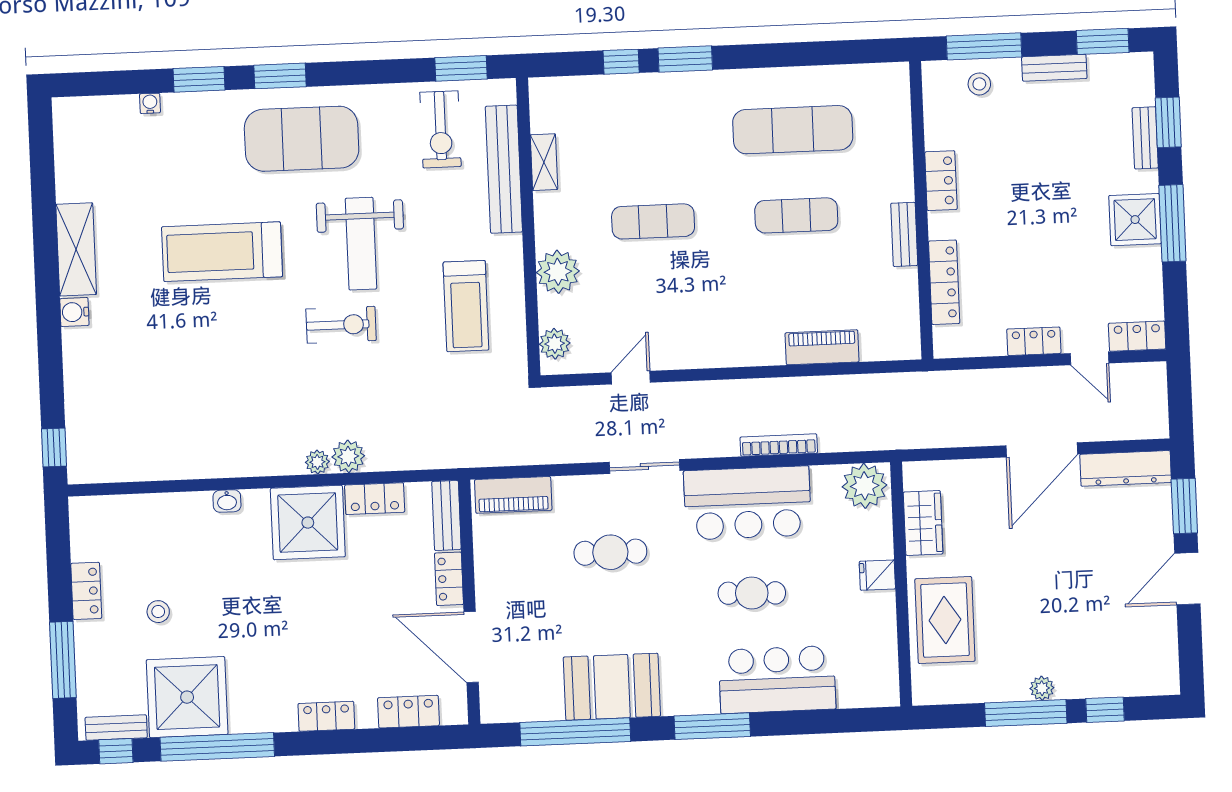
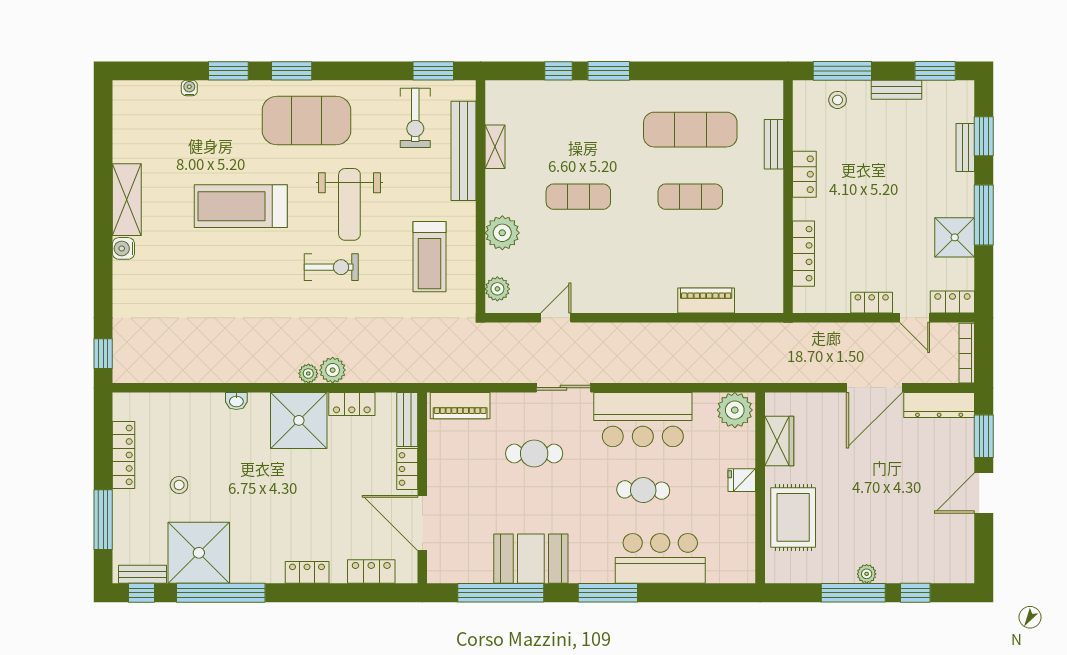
shower: (1135, 220) -> (955, 237), moved
bench: (904, 234) -> (774, 144), moved
bookcase: (779, 445) -> (967, 353), moved, turned -90
locker: (86, 591) -> (124, 455), width x1.53

